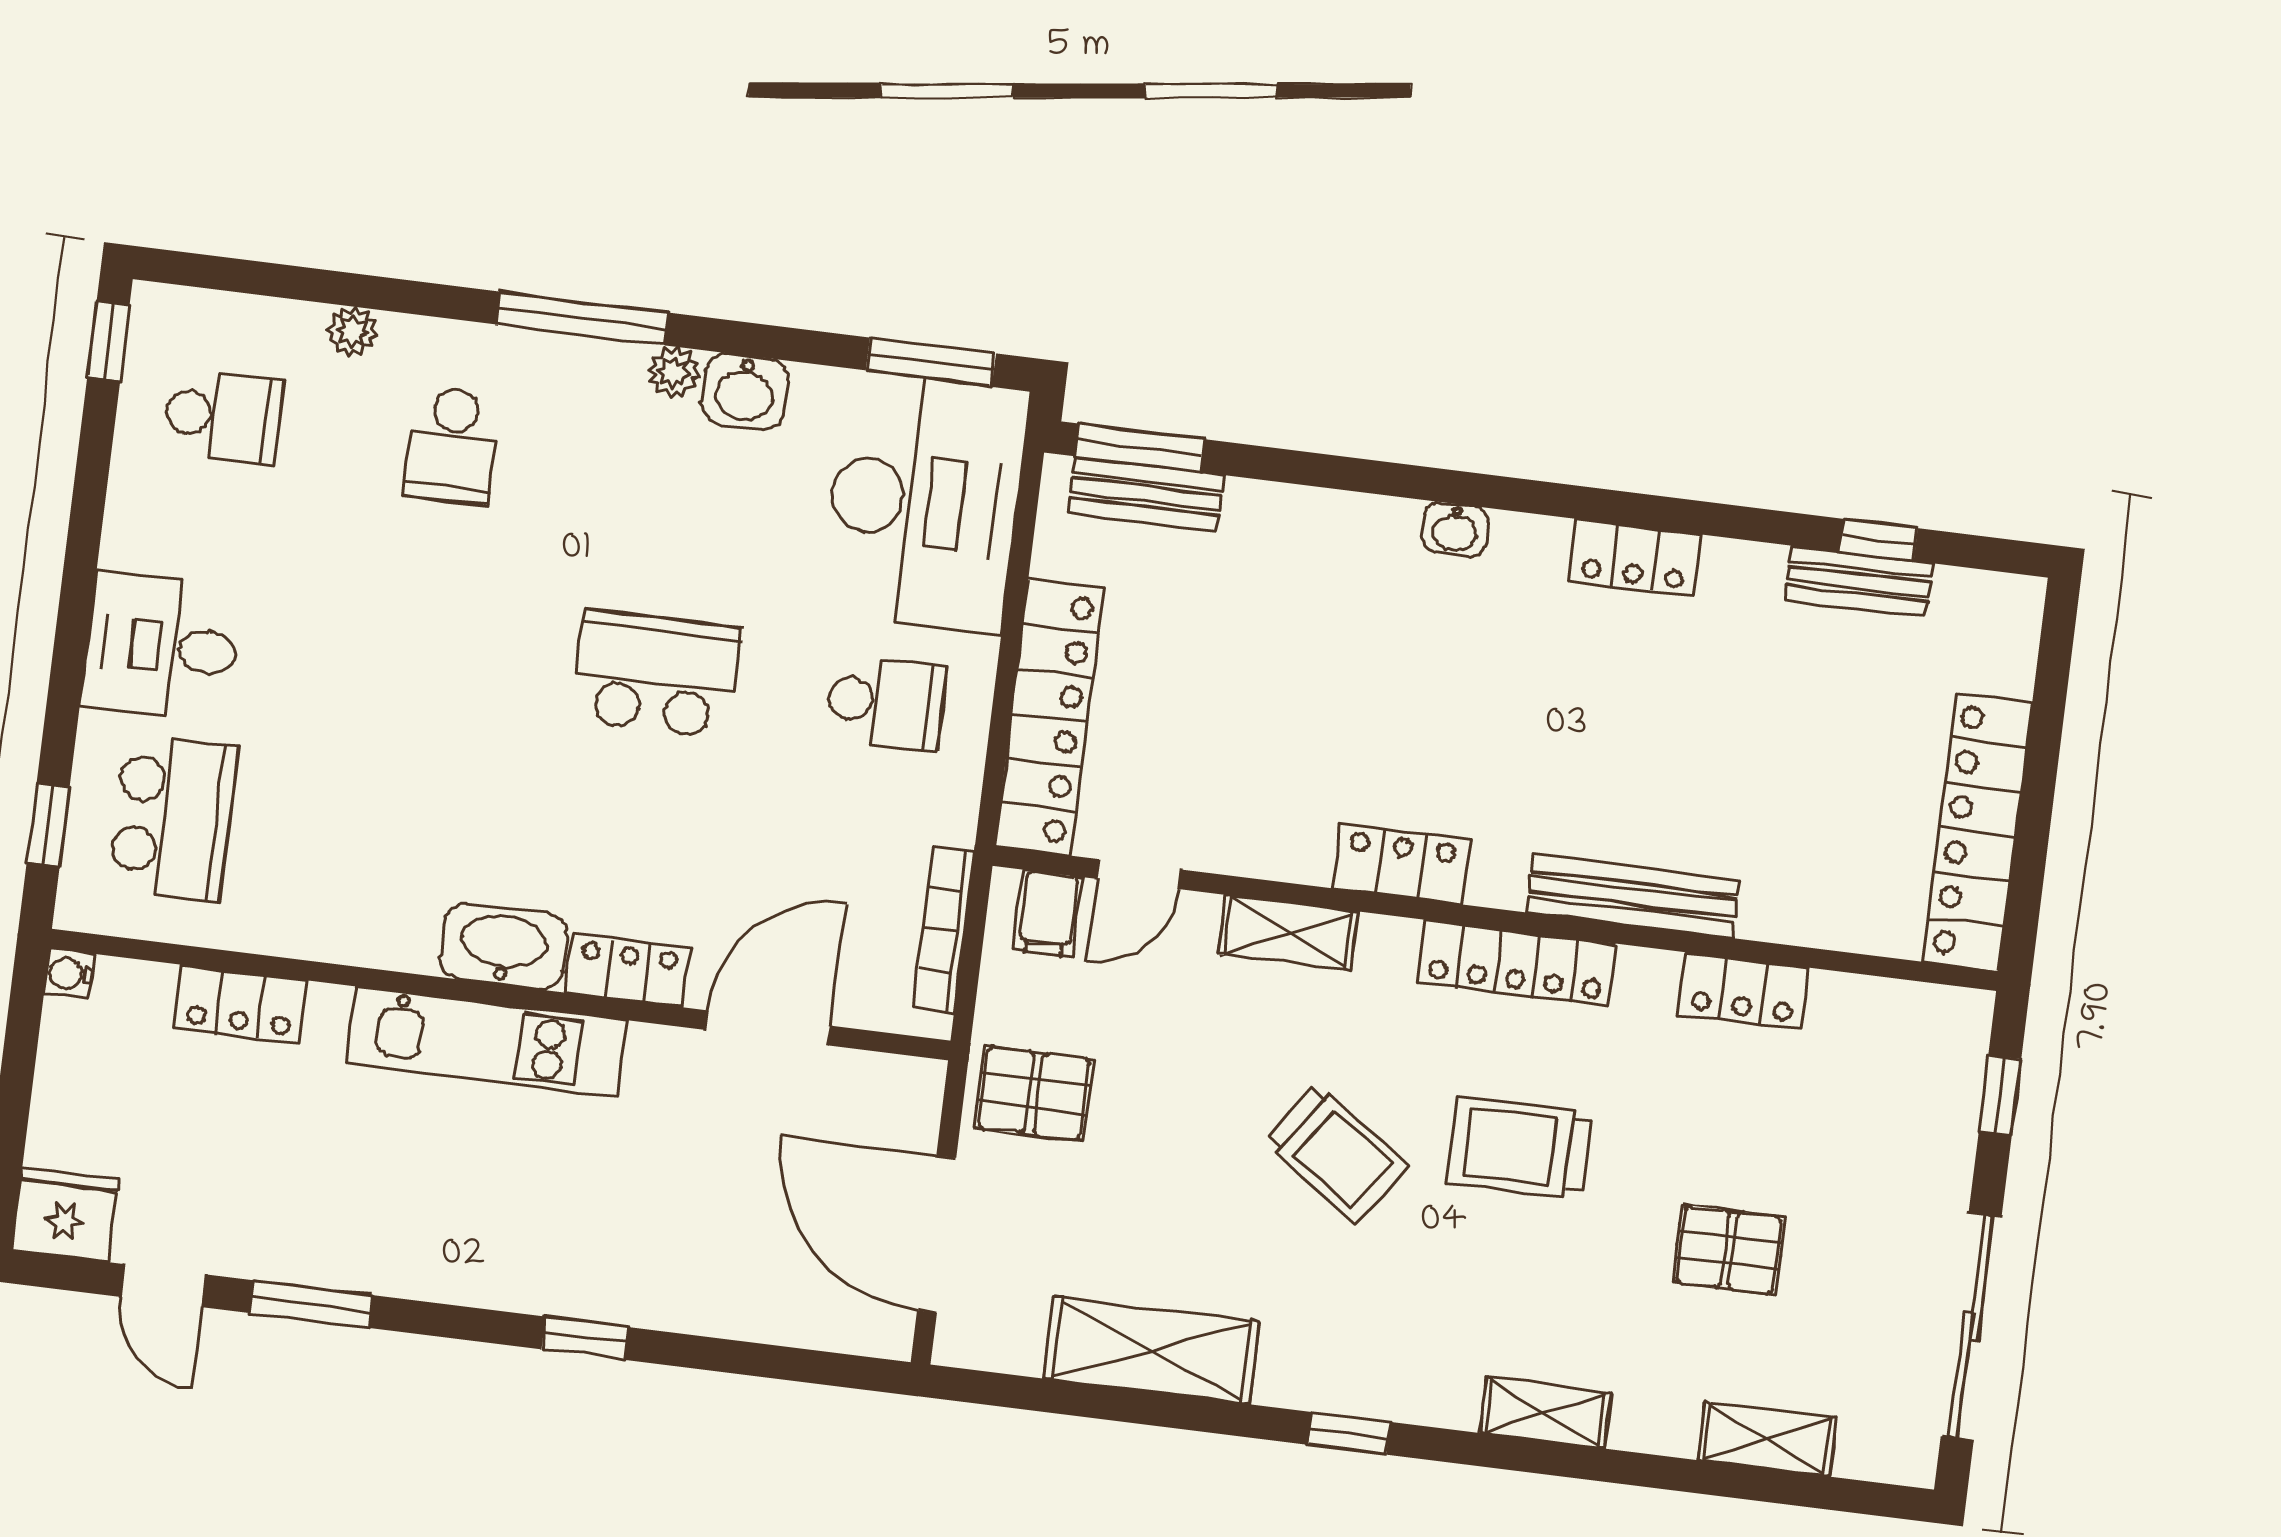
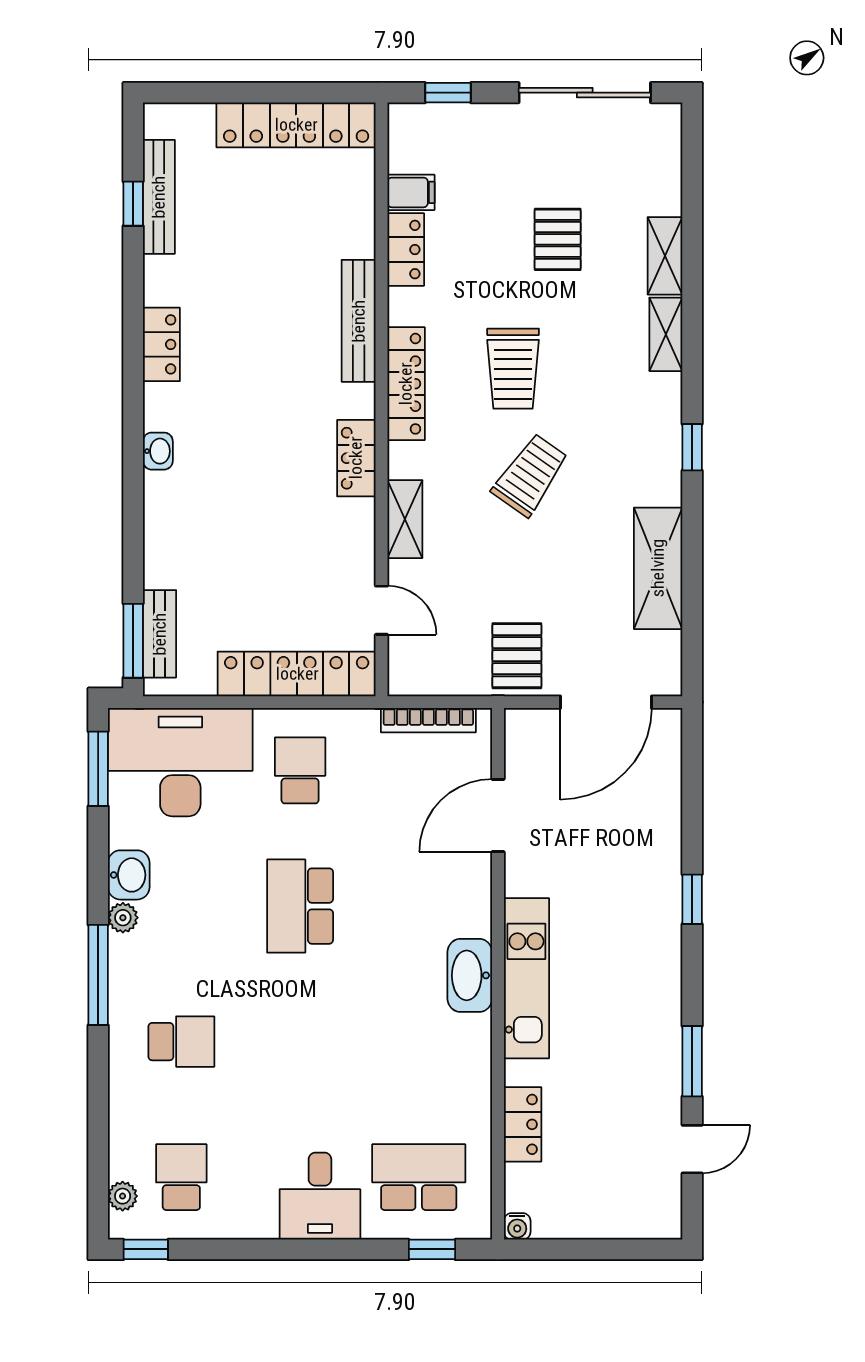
plant: (352, 332) -> (123, 1196), moved
bench: (1859, 582) -> (159, 197), width x1.36
filing cabinet: (1048, 913) -> (411, 192), moved
locker: (628, 970) -> (475, 901), removed
door: (768, 1028) -> (498, 815), hinge flipped
fridge: (65, 1215) -> (658, 1211), removed
shelving: (1767, 1439) -> (665, 256), moved

